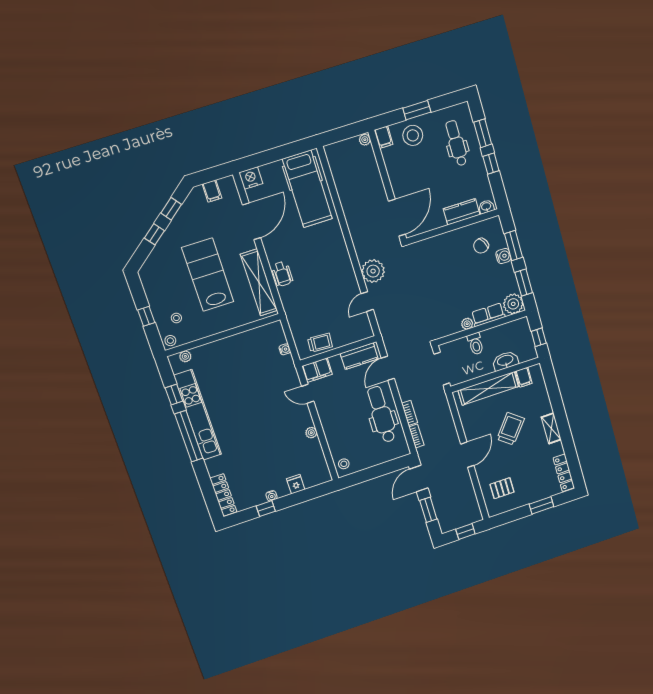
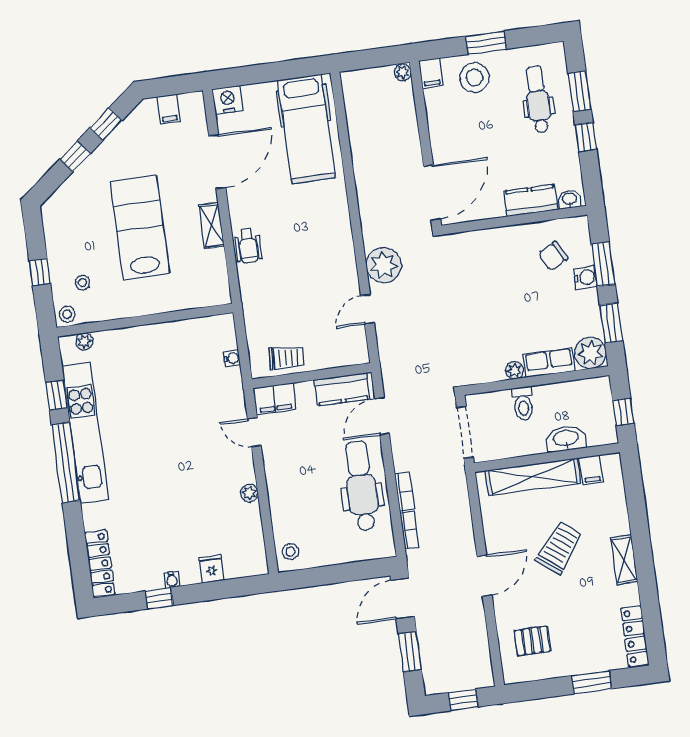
shelving: (259, 282) -> (212, 225), width x0.45, depth x0.75

